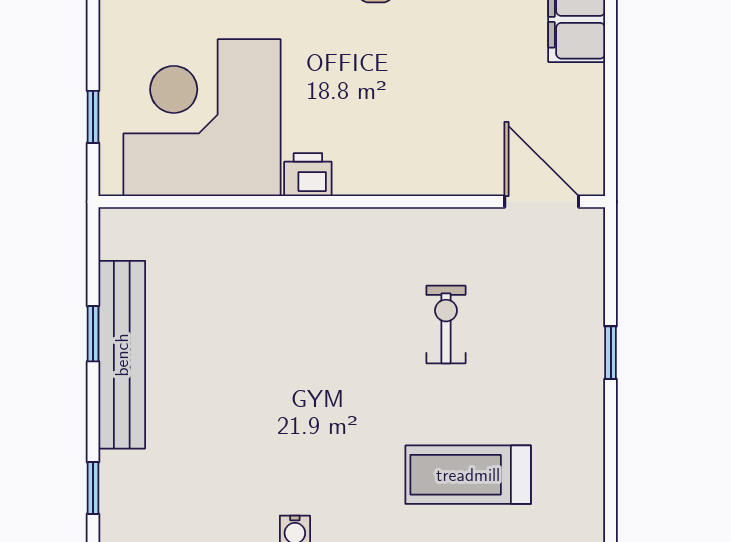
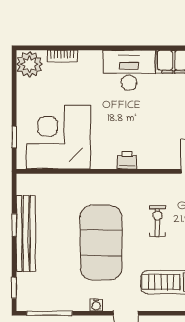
printer: (308, 175) -> (127, 160), moved
exercise mat: (307, 377) -> (101, 243), added

